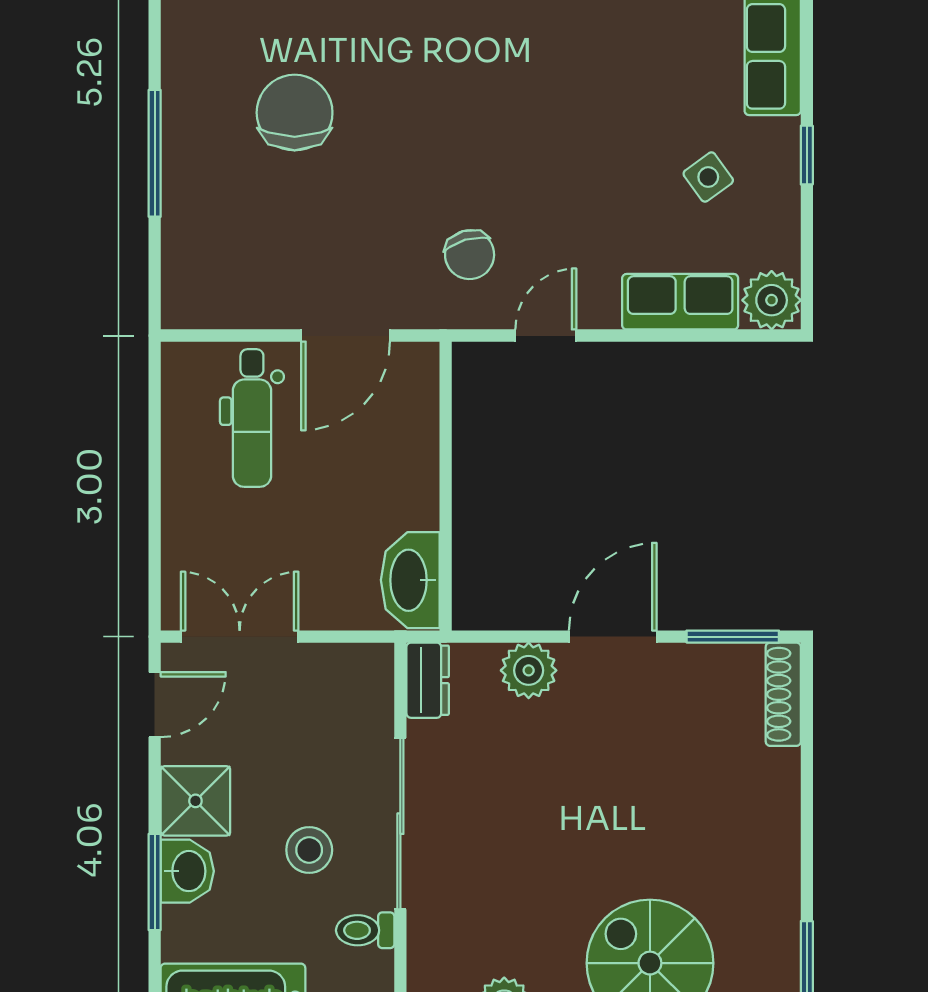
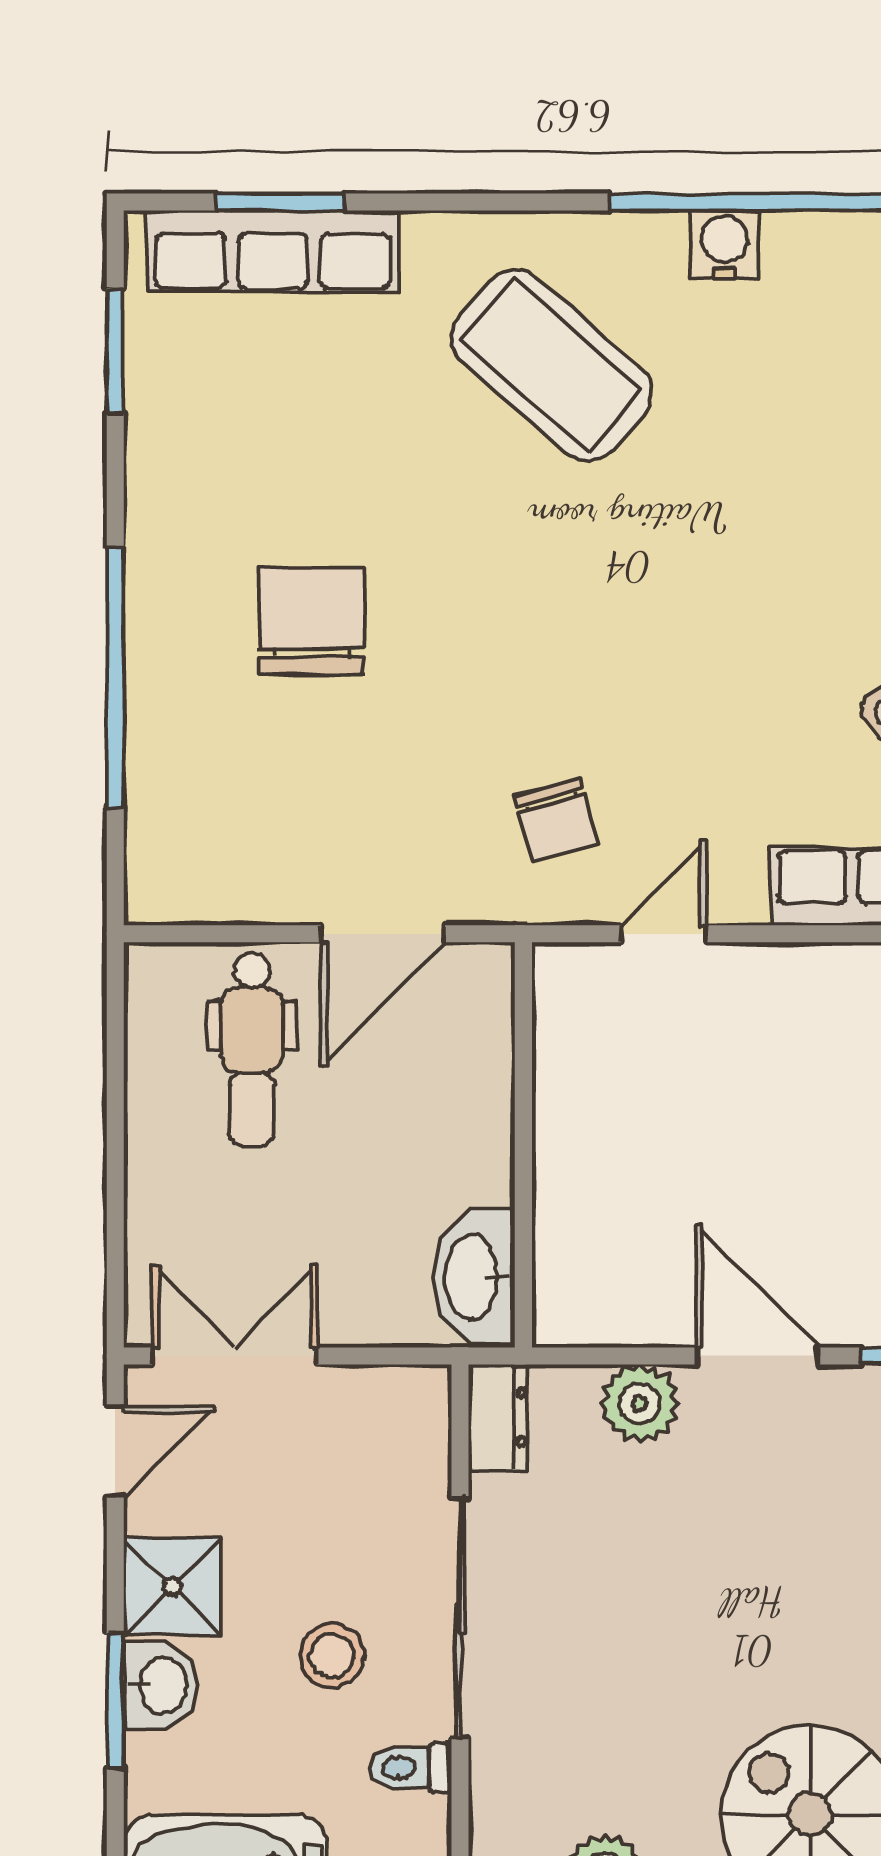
window: (155, 153) -> (115, 678), width x1.46
door: (613, 637) -> (758, 1356), hinge flipped

